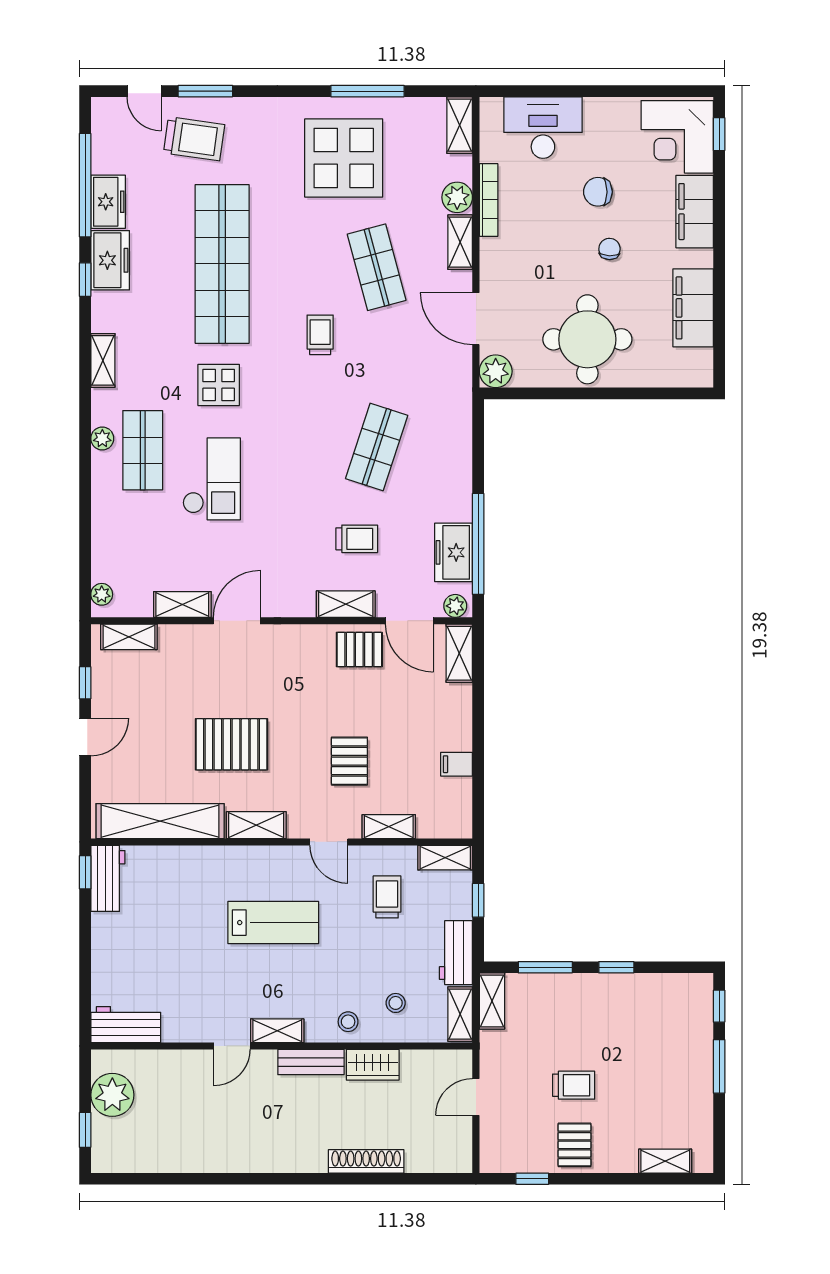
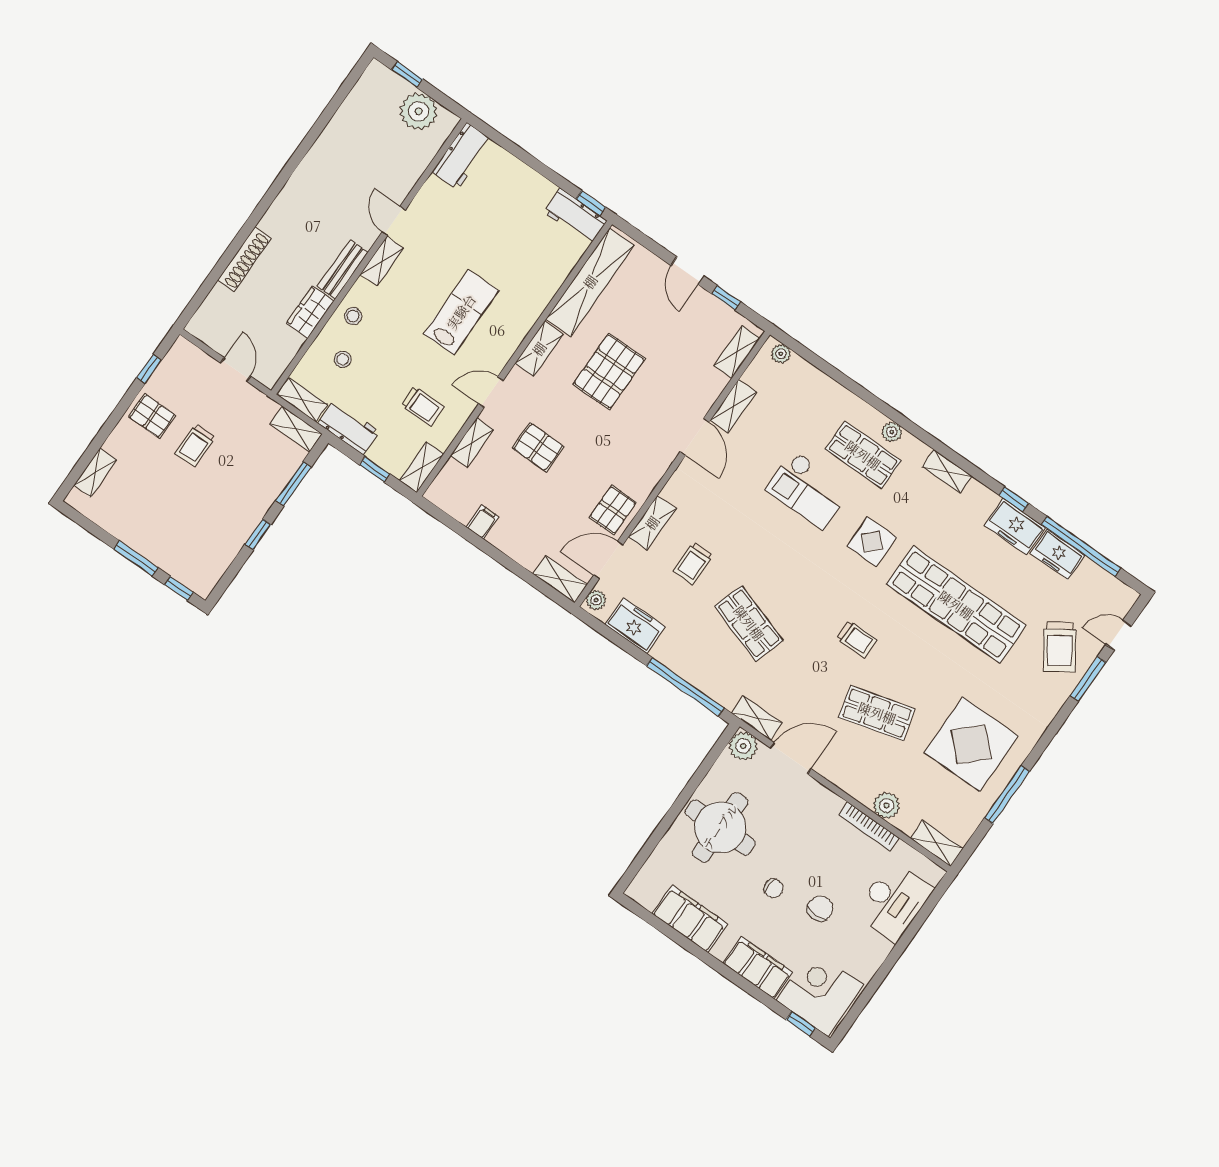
trolley: (194, 139) -> (1060, 647), turned -42
shelving: (460, 242) -> (757, 718), moved
window: (478, 544) -> (685, 687), moved
lab bench: (273, 923) -> (461, 312), turned 180

